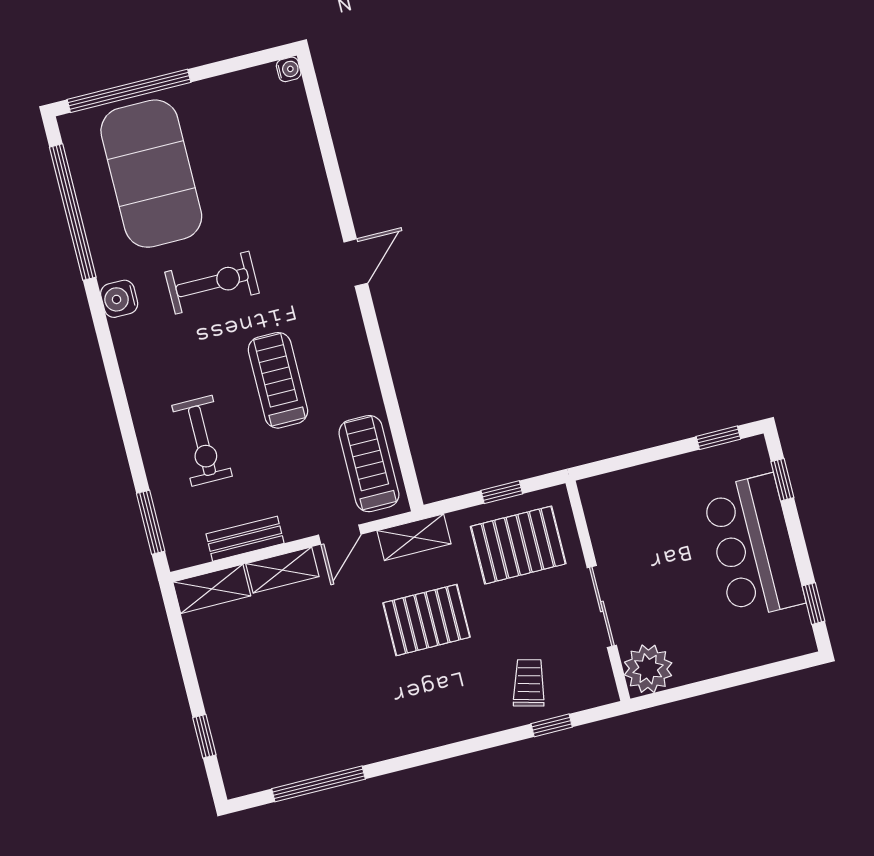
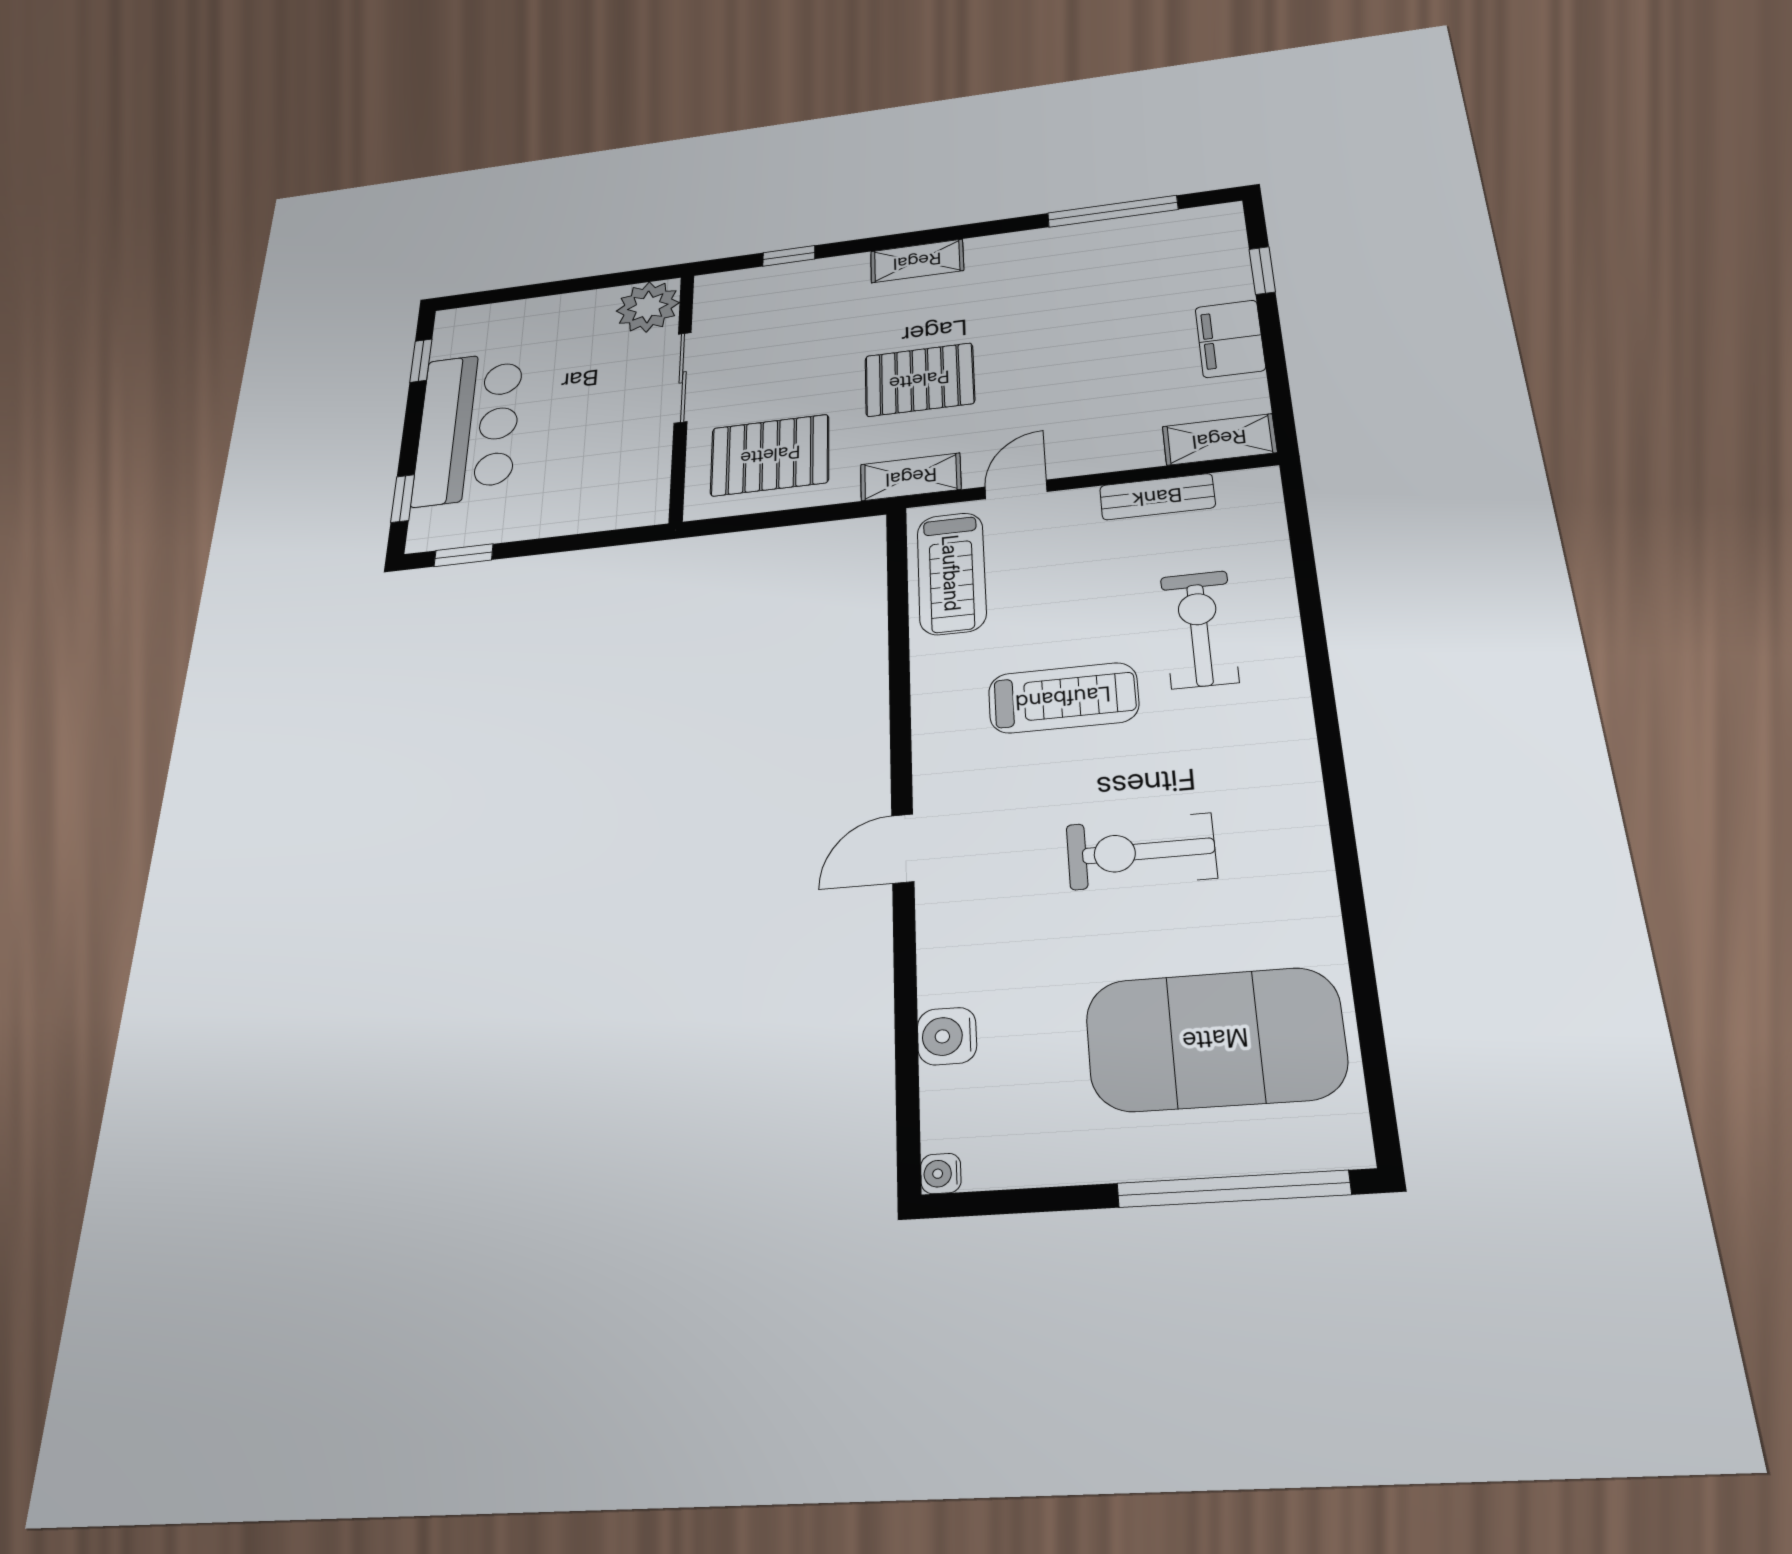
exercise mat: (151, 174) -> (1215, 1039), turned 90
window: (73, 212) -> (1366, 998), removed
water cooler: (119, 299) -> (947, 1036), moved, turned 180
treadmill: (278, 380) -> (1063, 698), turned -90
window: (502, 492) -> (773, 519), removed
window: (151, 522) -> (1299, 530), removed
shelving: (282, 570) -> (917, 261), moved
filing cabinet: (217, 674) -> (1230, 339), added
trolley: (529, 683) -> (804, 302), removed

